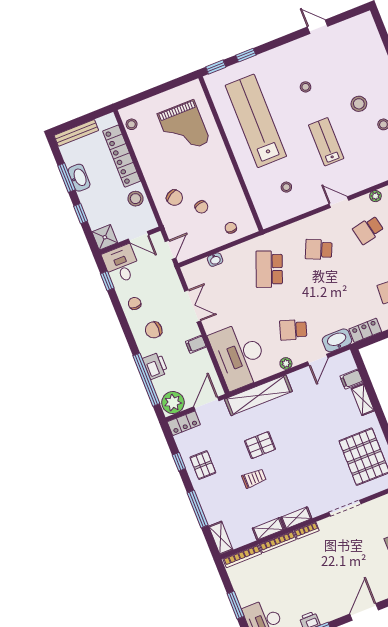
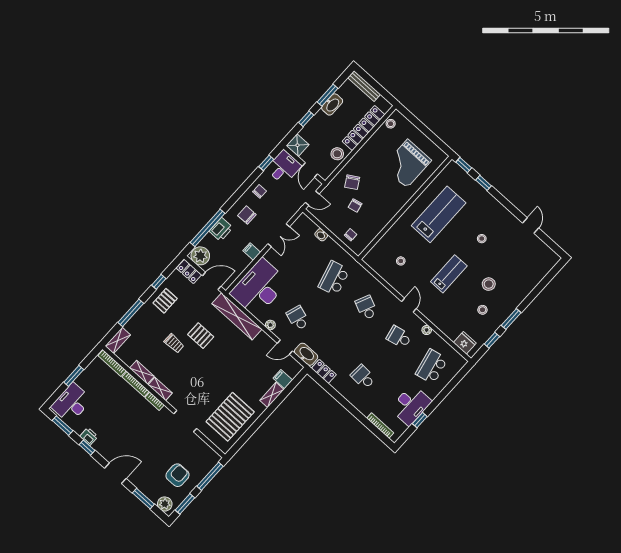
lab bench: (256, 121) -> (439, 214), width x0.73
school desk: (269, 269) -> (334, 278), turned -36

